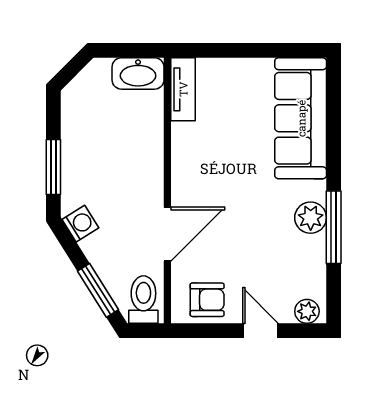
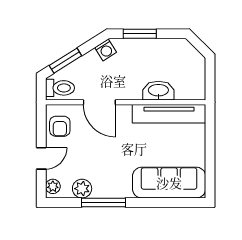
washbasin: (138, 73) -> (158, 91), moved, turned 90
tv unit: (183, 89) -> (169, 114), width x1.92, depth x1.29
plant: (311, 218) -> (82, 189), moved

